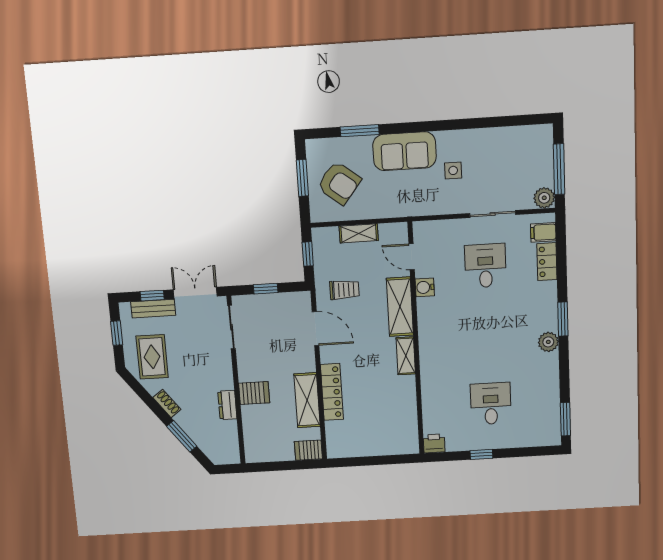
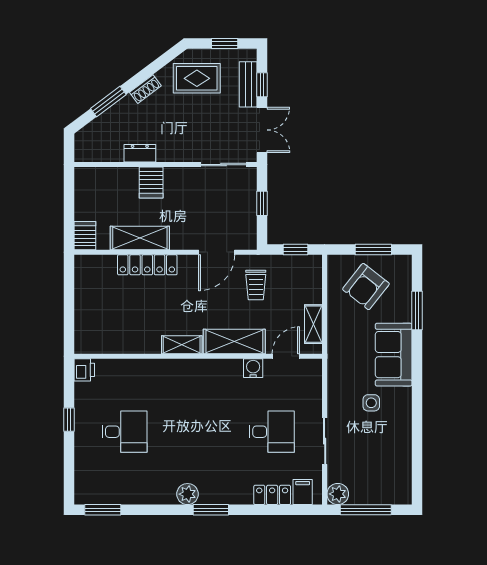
shelving: (359, 233) -> (313, 324), moved

